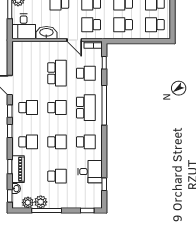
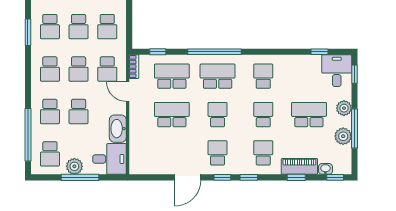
door: (74, 40) -> (128, 92), swing flipped
school desk: (86, 73) -> (172, 76), width x1.85
desk: (90, 172) -> (337, 71), moved
school desk: (57, 176) -> (309, 115), width x1.85
plant: (28, 203) -> (344, 108), moved

